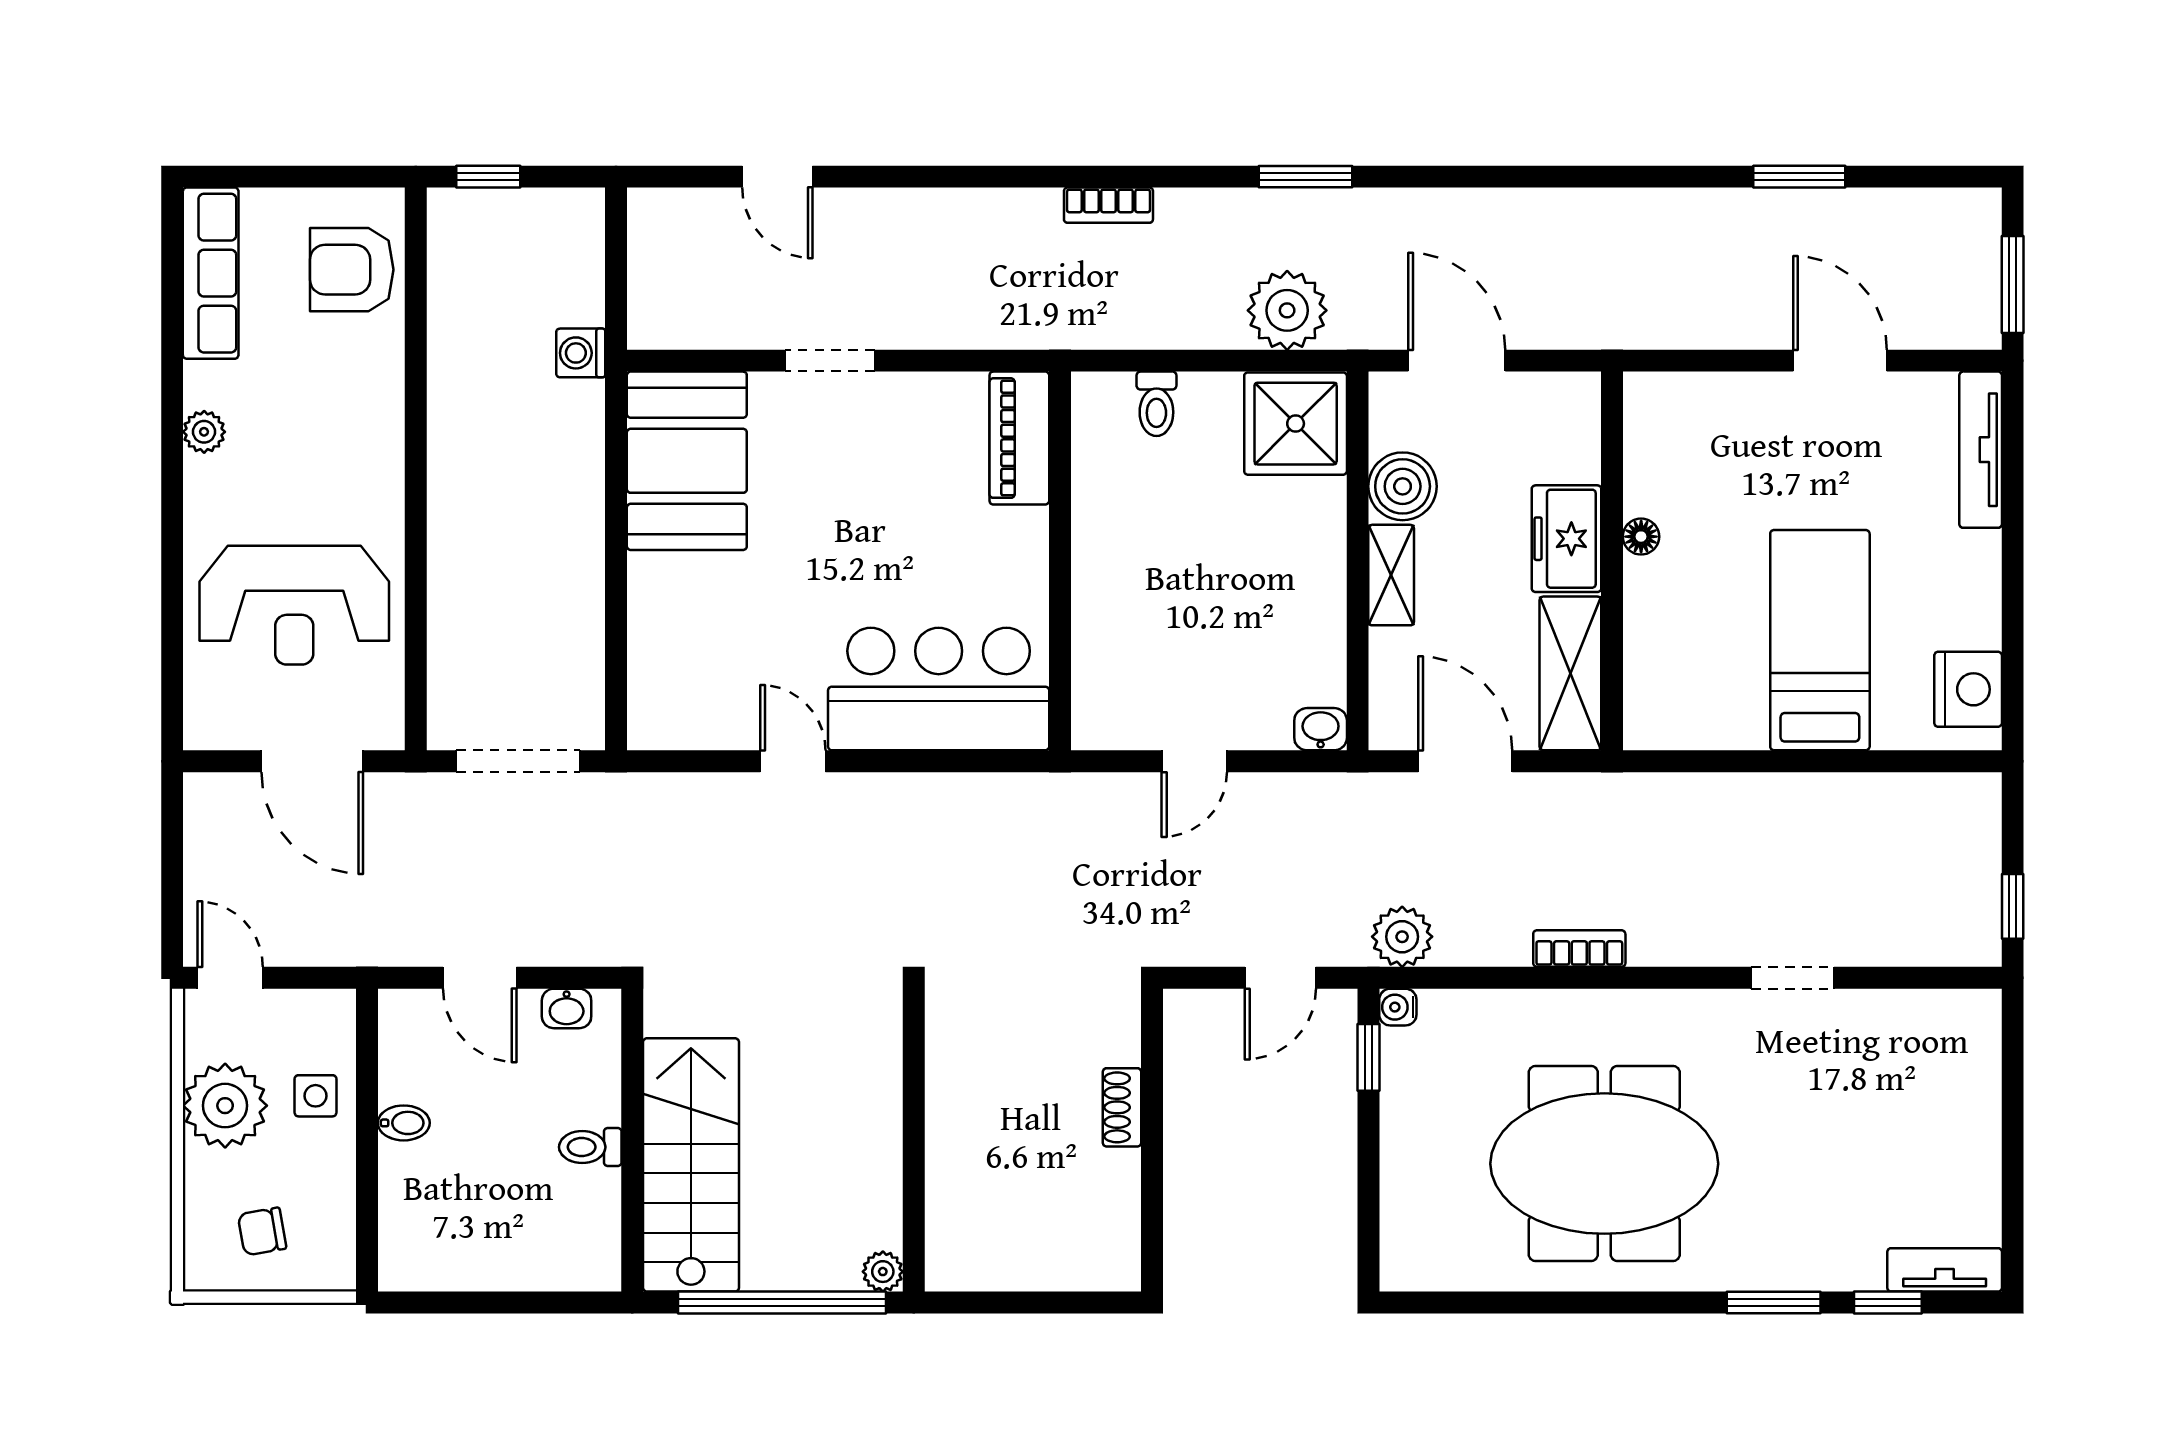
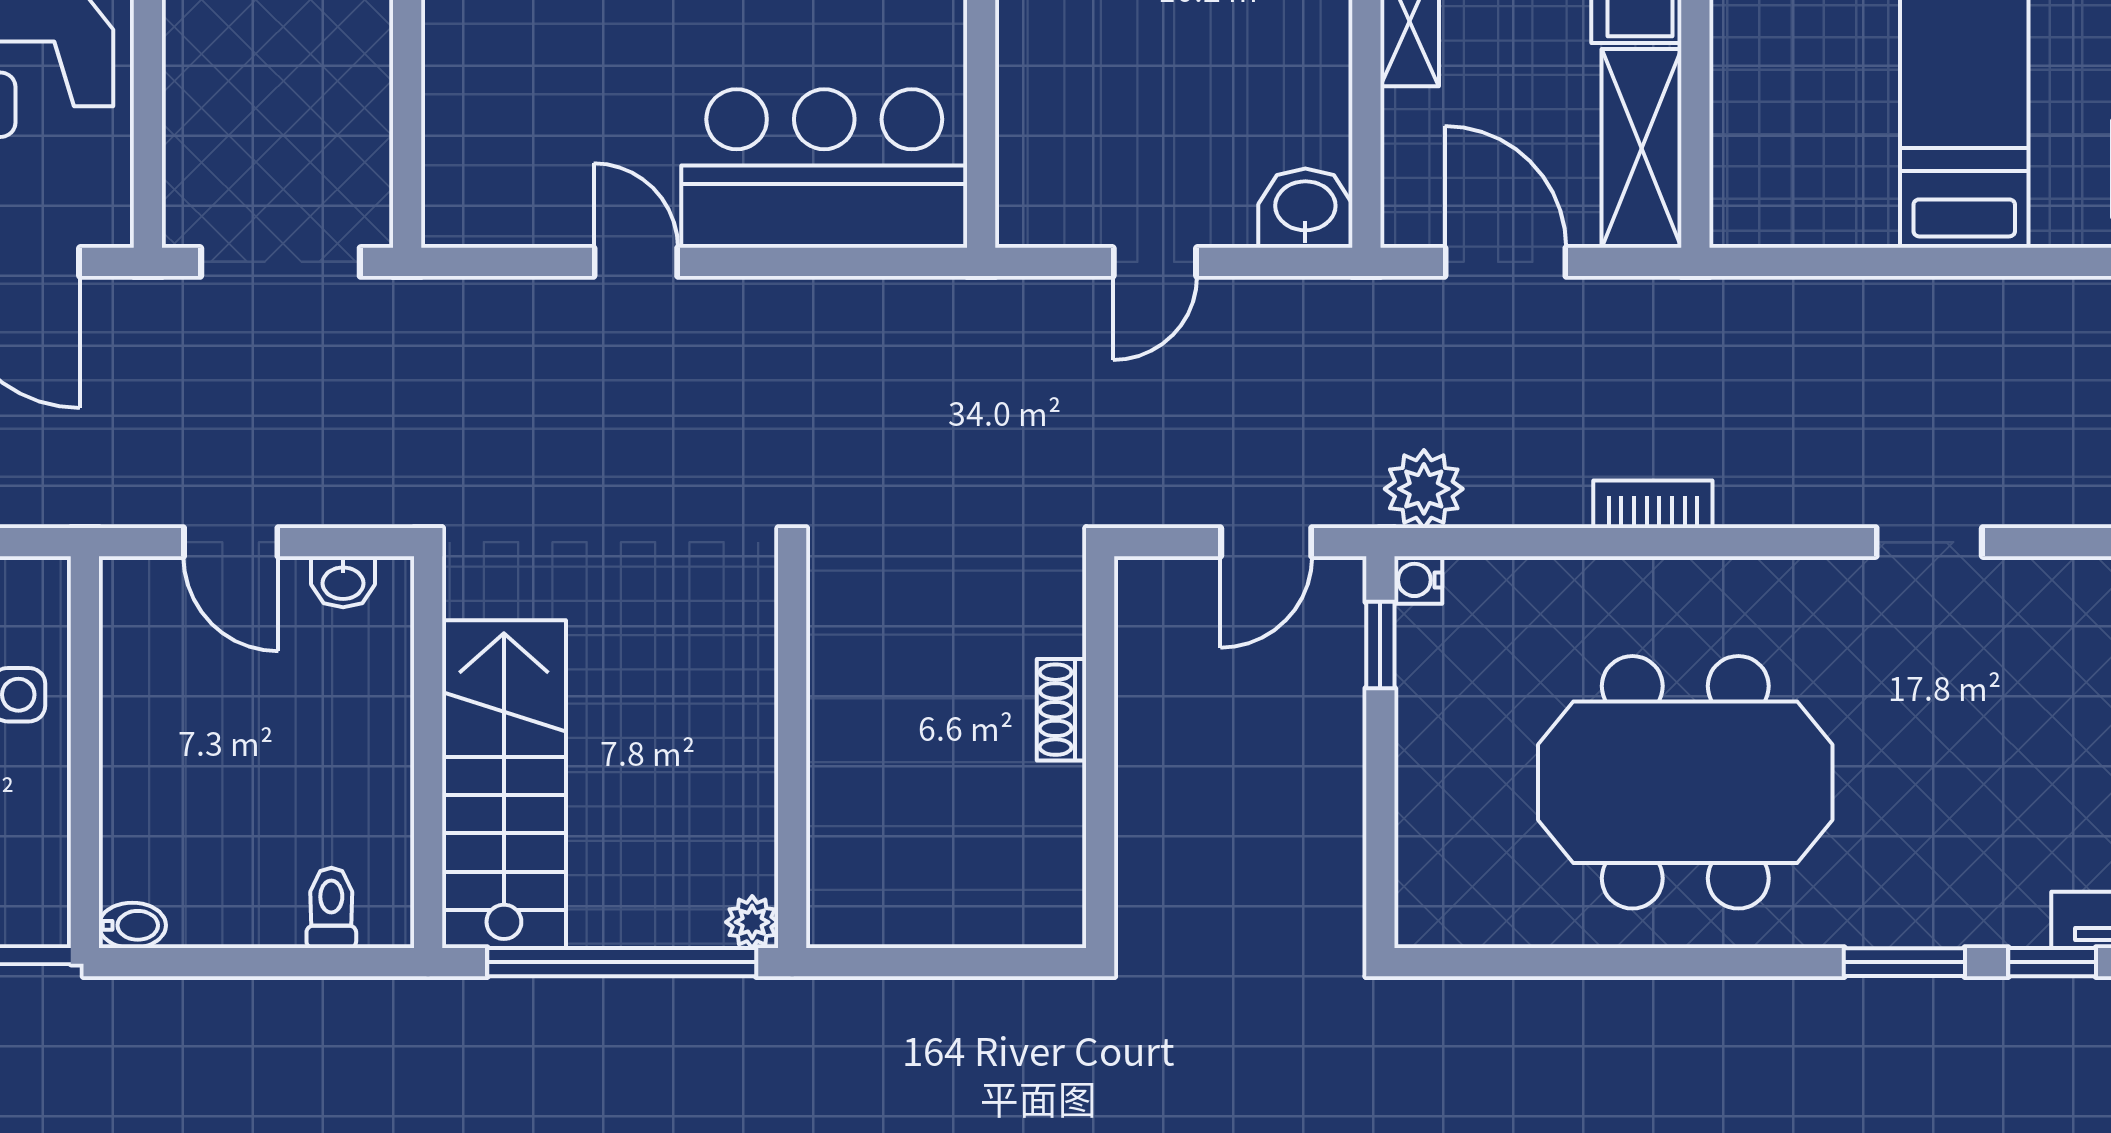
washbasin: (1321, 729) -> (1305, 208), width x1.38, depth x1.45
bidet: (404, 1123) -> (132, 925), moved
toilet: (590, 1147) -> (331, 908), moved, turned 90

